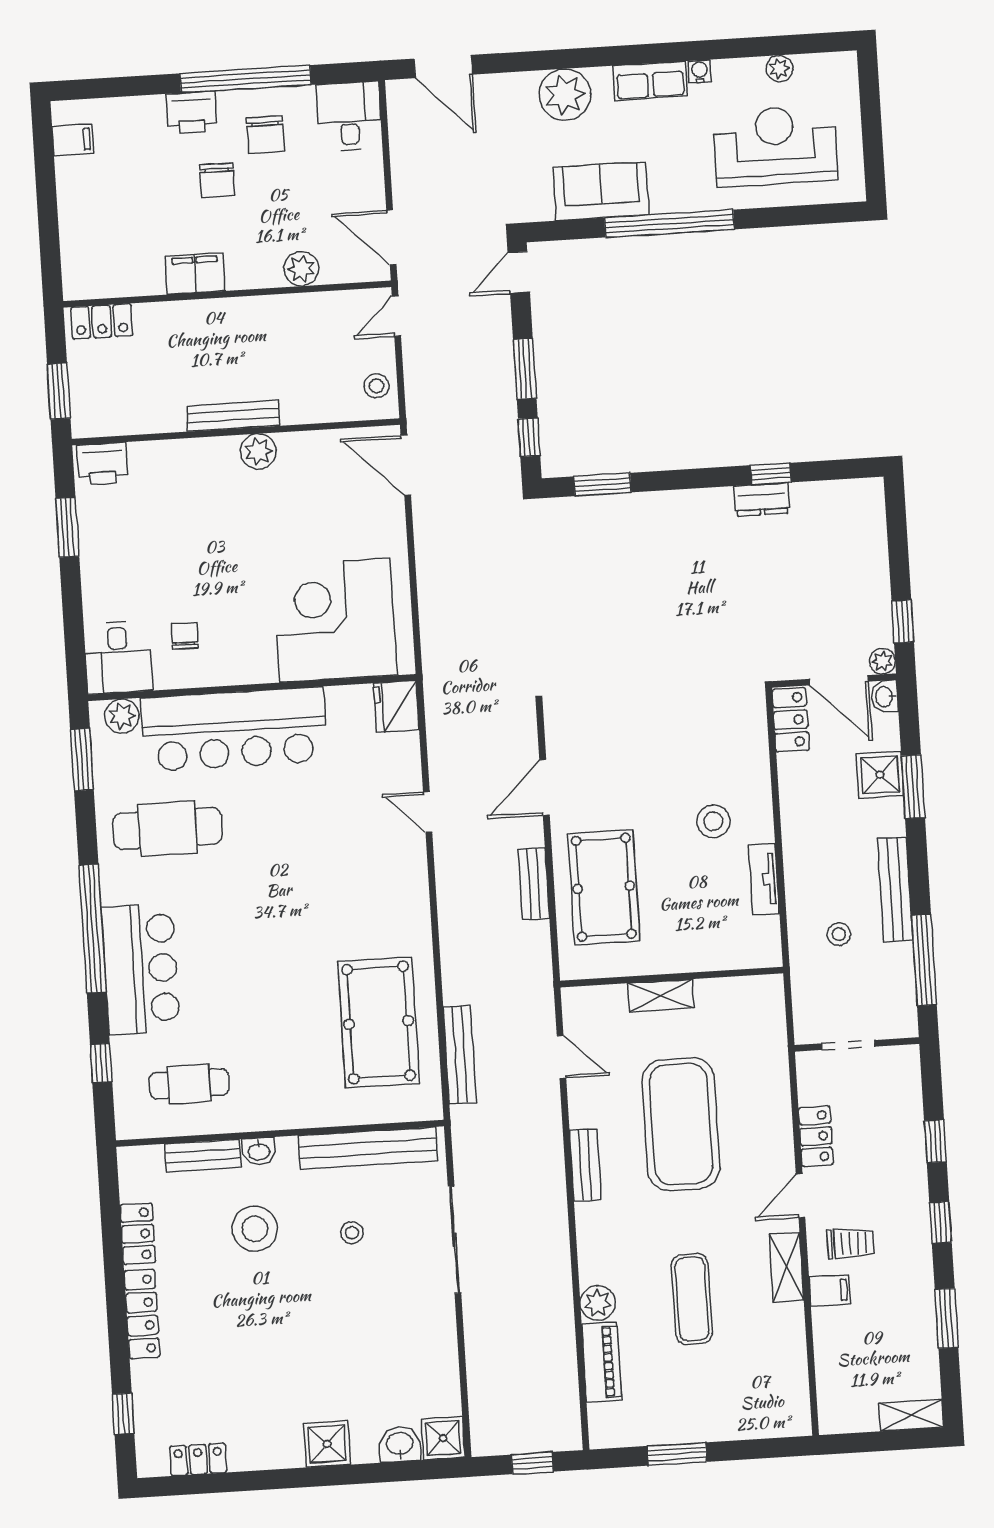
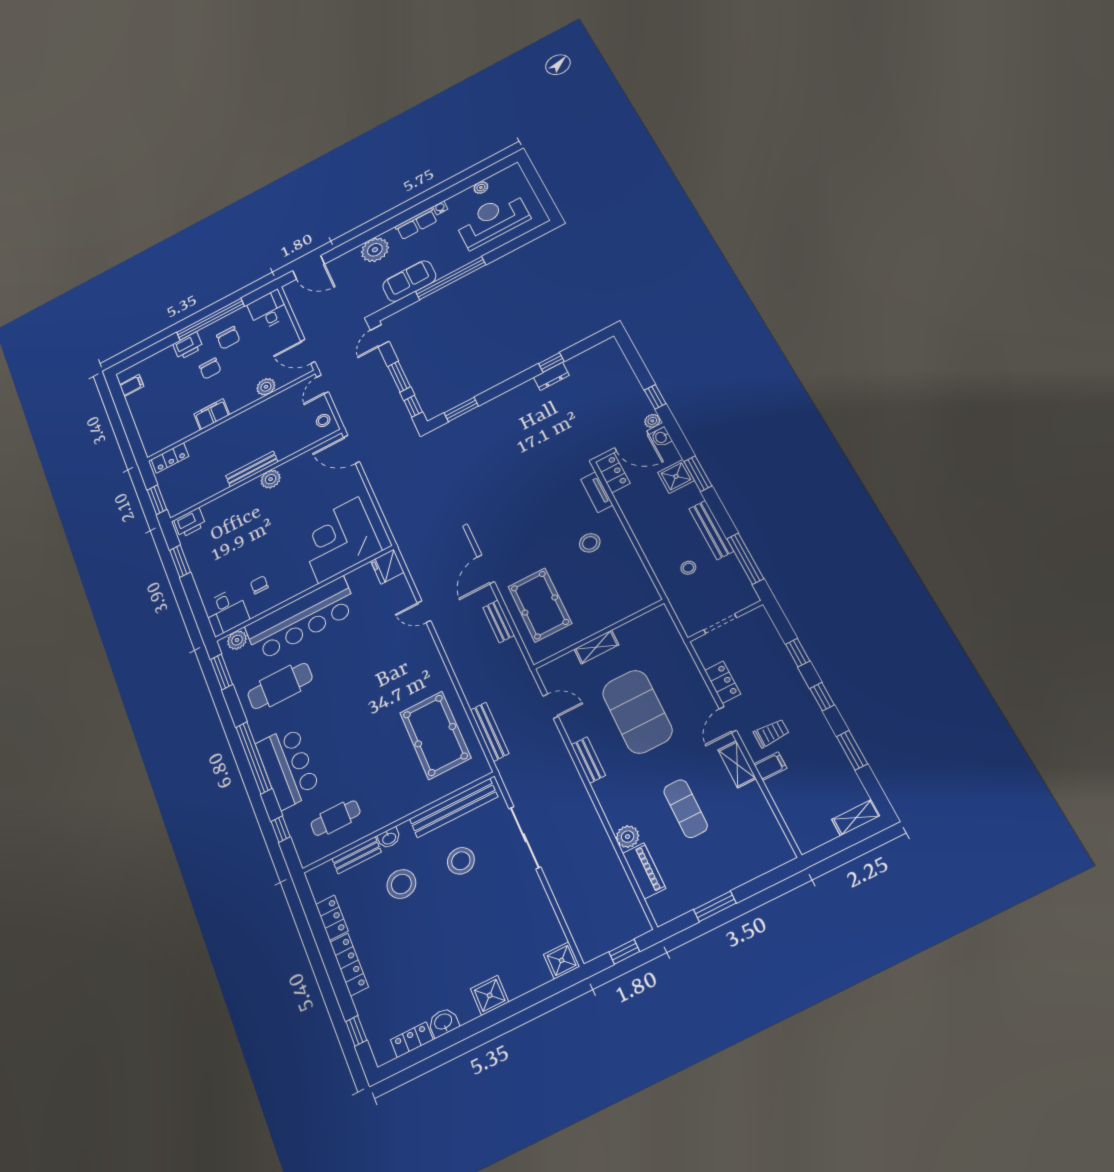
tv unit: (764, 879) -> (597, 492), moved
stool: (352, 1233) -> (461, 861), width x1.89, depth x1.89
washbasin: (400, 1444) -> (443, 1022), moved

